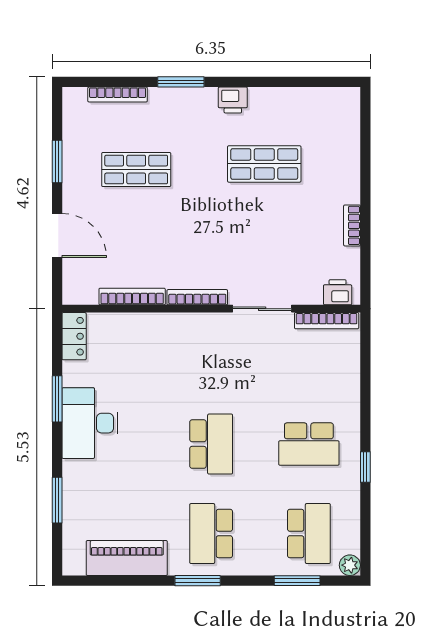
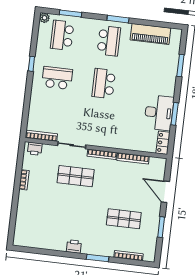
shop shelf: (264, 164) -> (76, 176), moved
desk: (90, 423) -> (159, 113), moved

